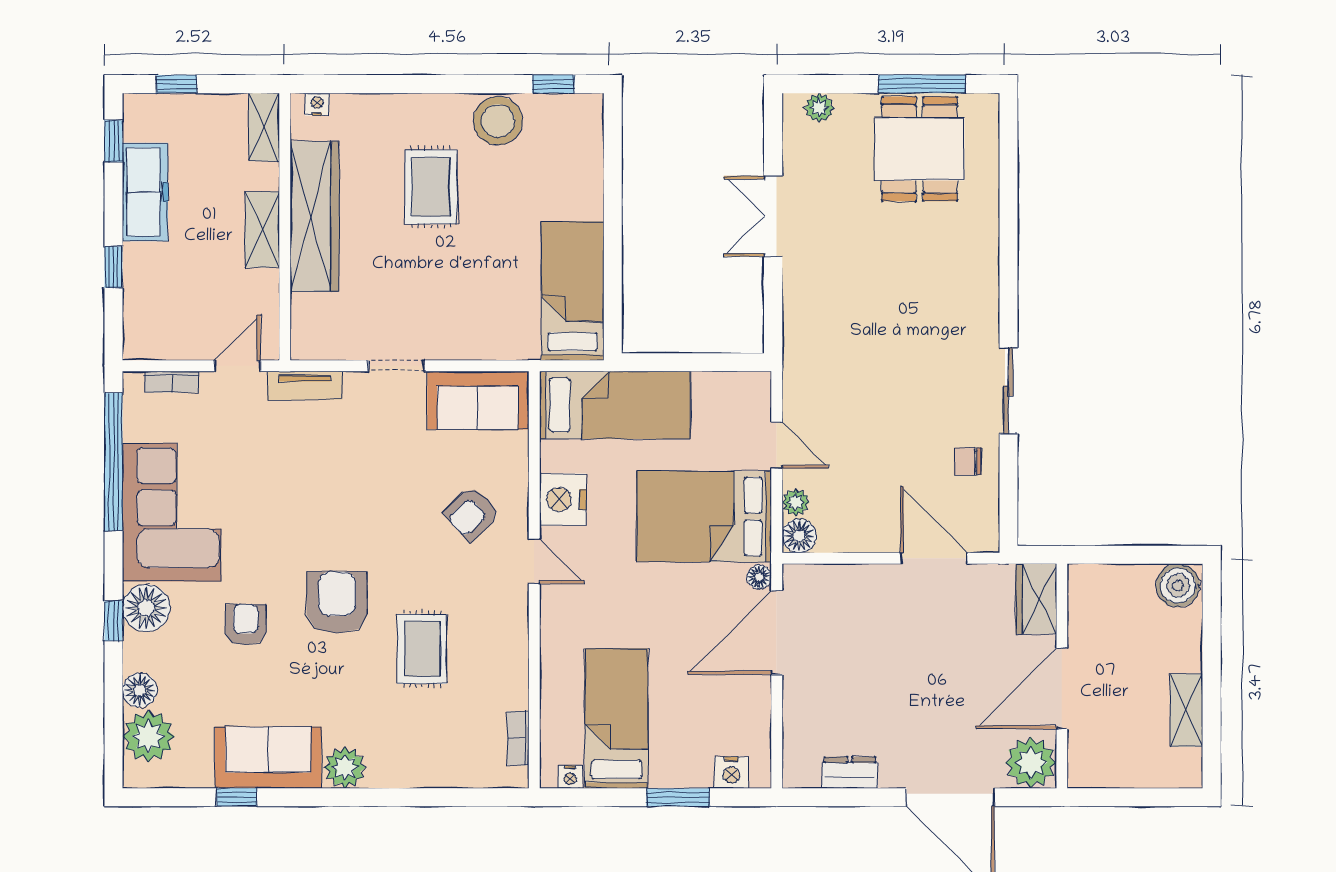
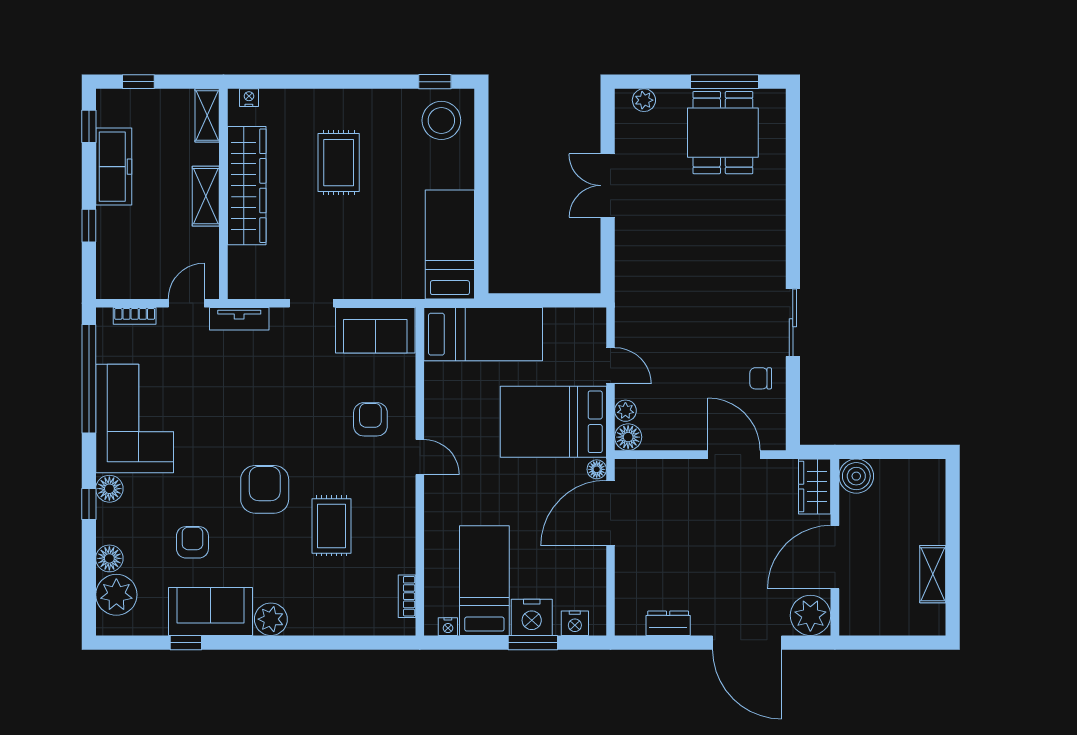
stool: (498, 121) -> (441, 120), moved
nightstand: (563, 499) -> (532, 617), moved, turned -90
armchair: (472, 513) -> (370, 419), turned 134
boiler: (1178, 586) -> (856, 476), moved
floor lamp: (146, 608) -> (109, 489), width x0.73, depth x0.73
armchair: (246, 625) -> (192, 542), moved

